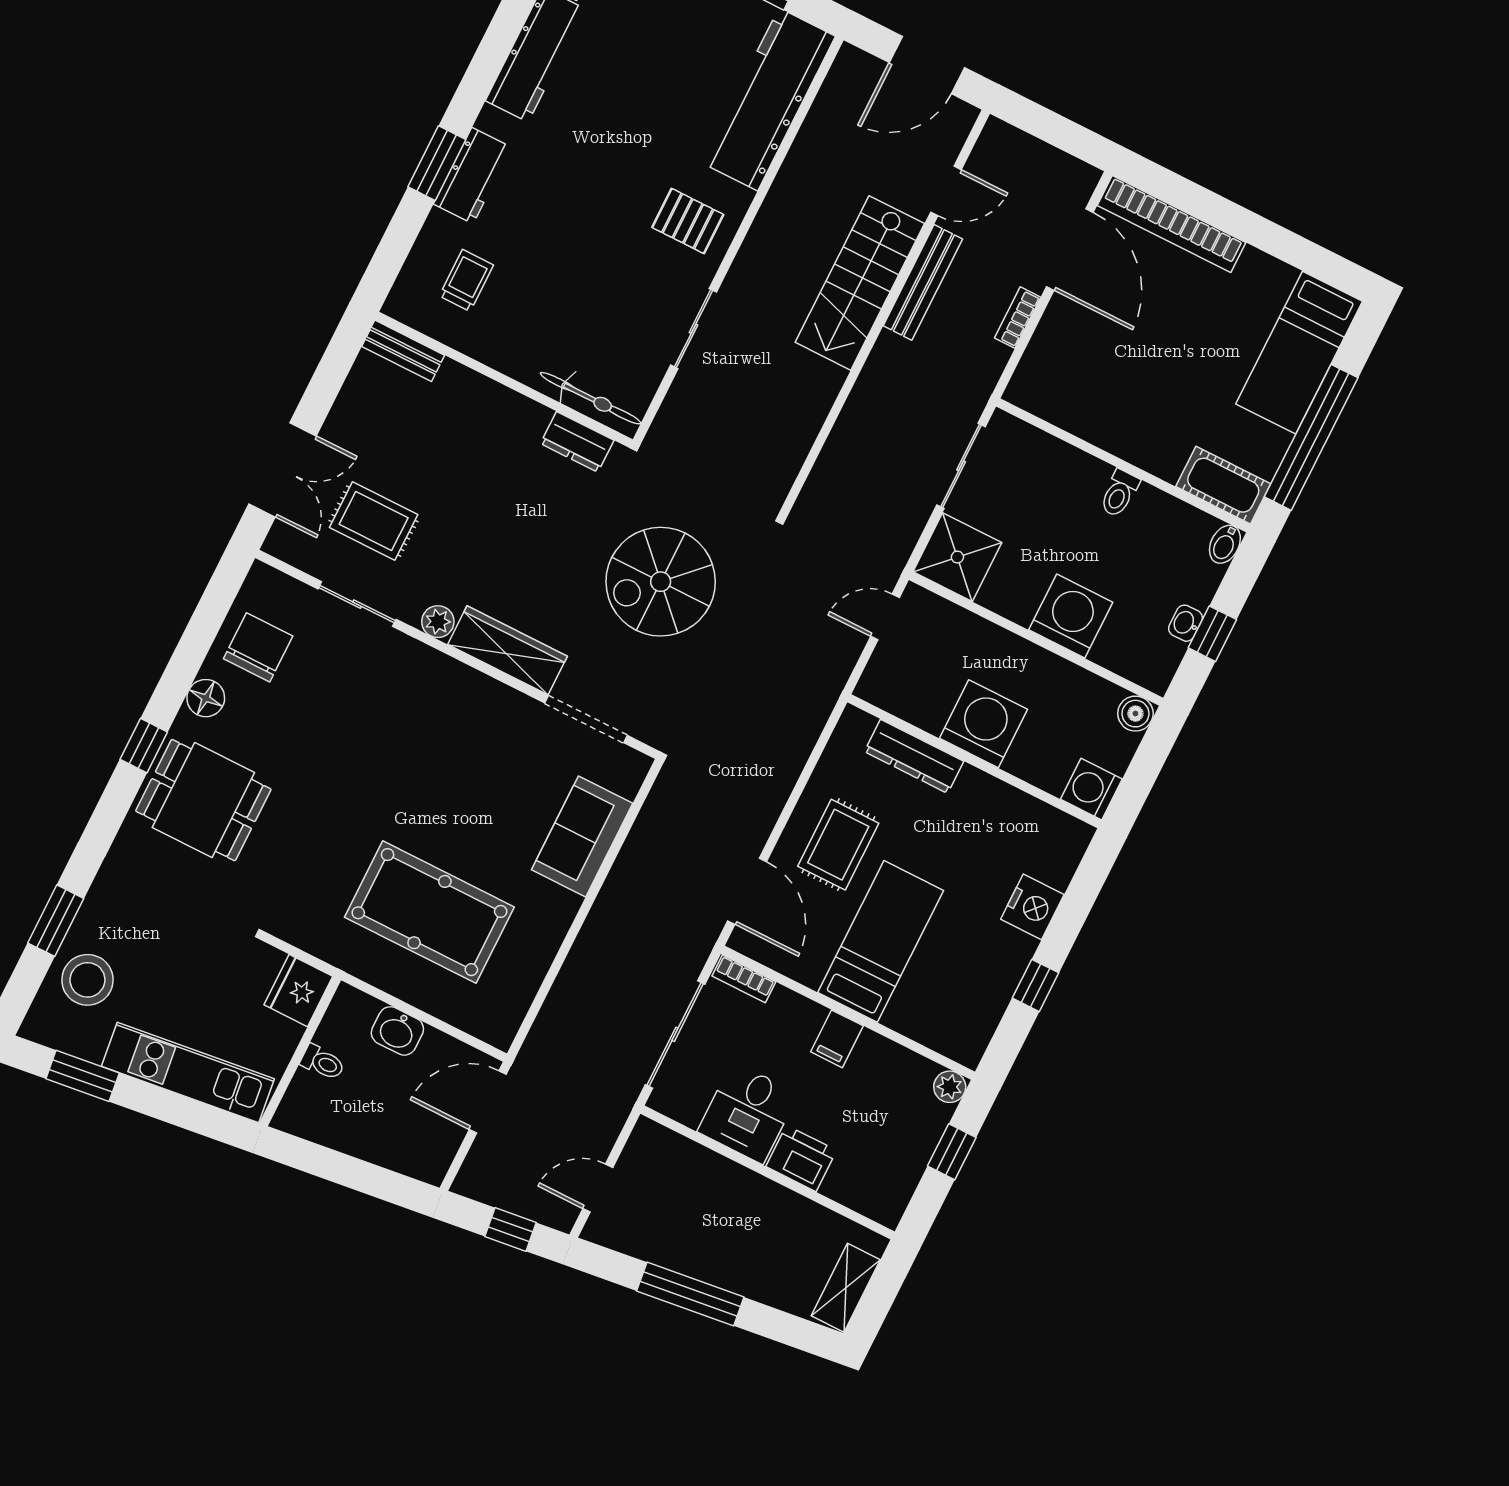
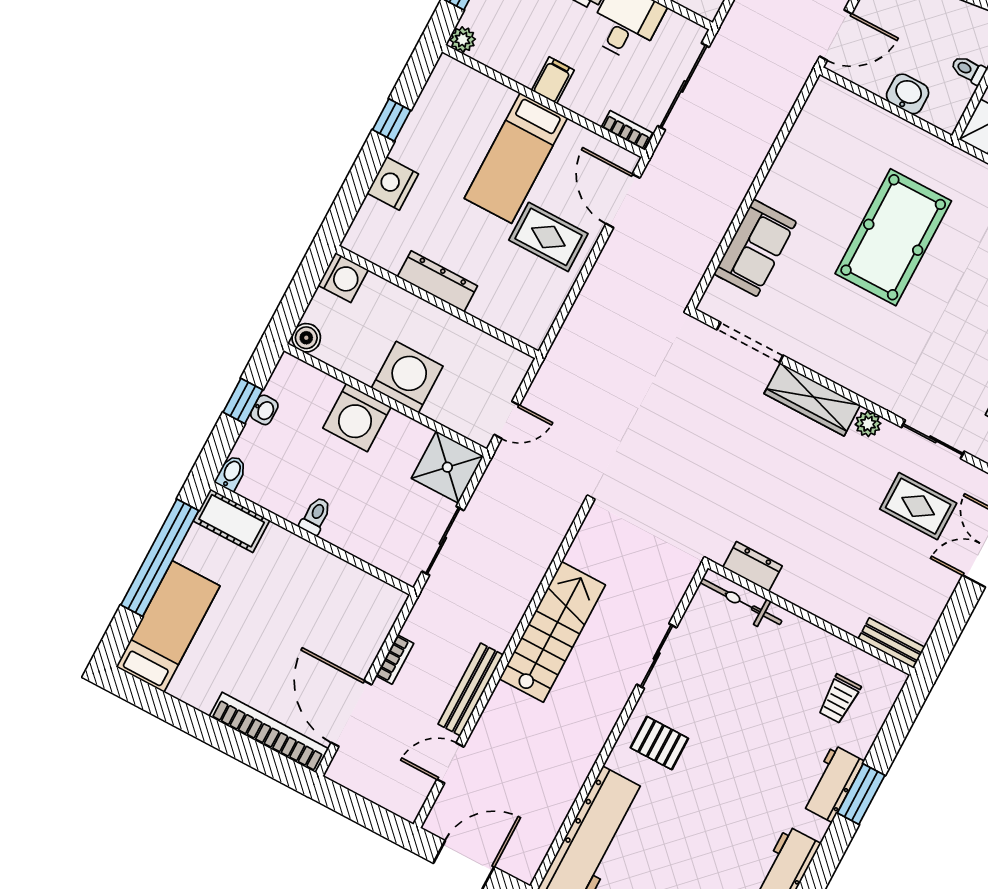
stairs: (860, 283) -> (552, 632), moved
spiral stairs: (661, 582) -> (687, 452), removed
washing machine: (983, 724) -> (407, 377), moved, turned 180
dresser: (914, 756) -> (437, 281), moved
rug: (838, 845) -> (548, 237), turned 90
pool table: (429, 912) -> (893, 237), moved, turned 90

